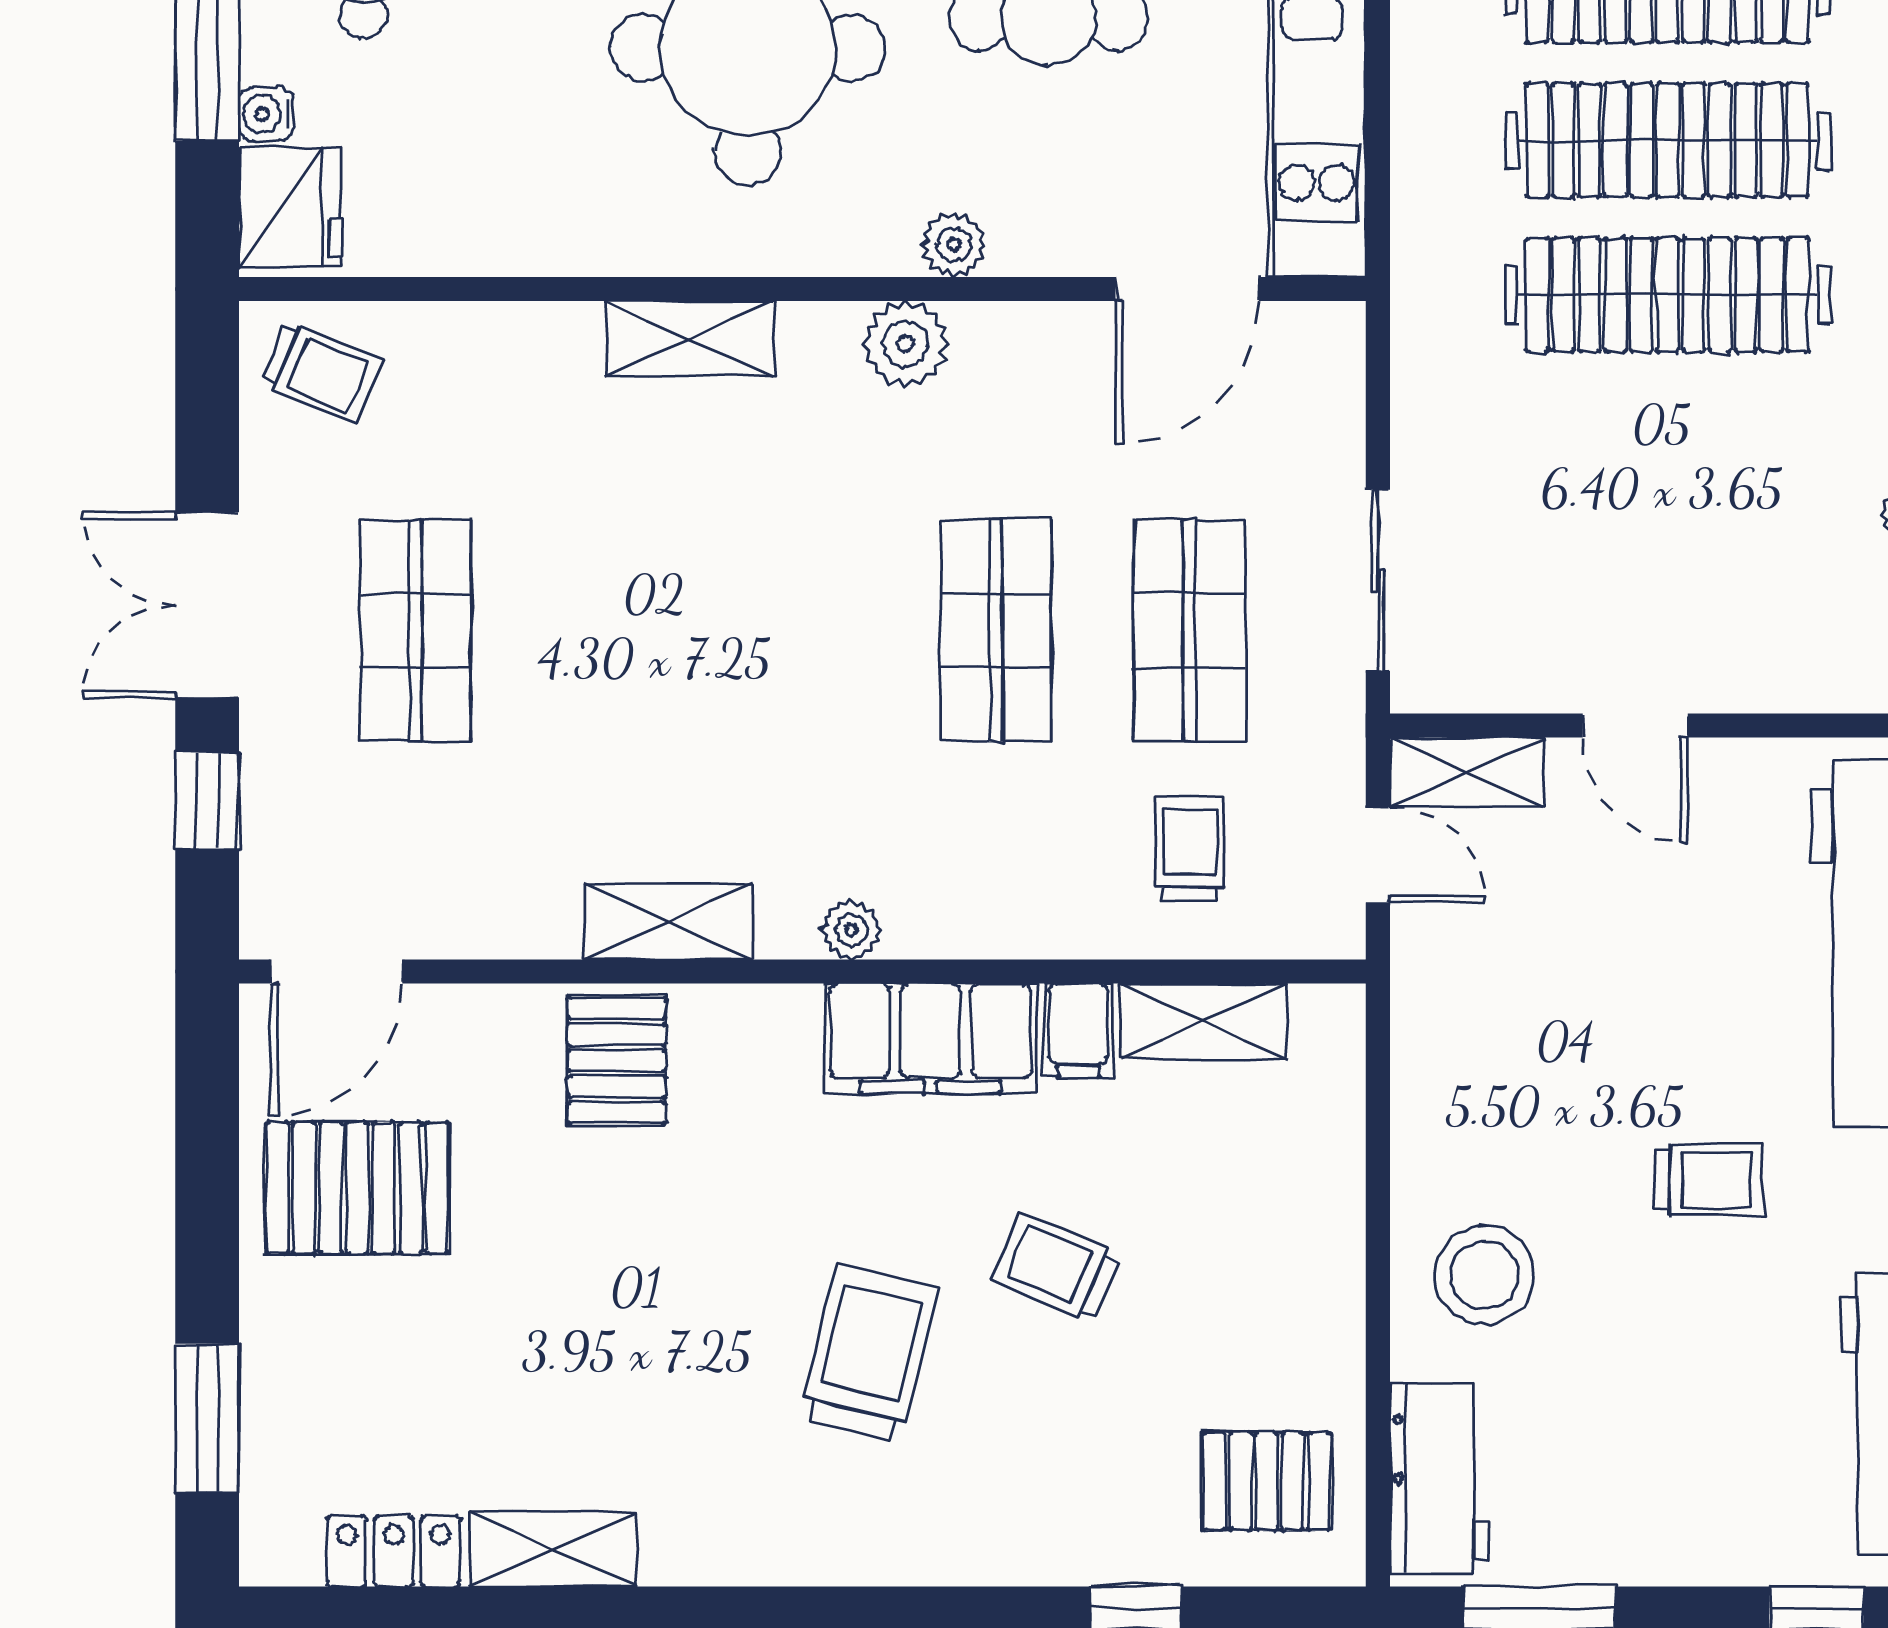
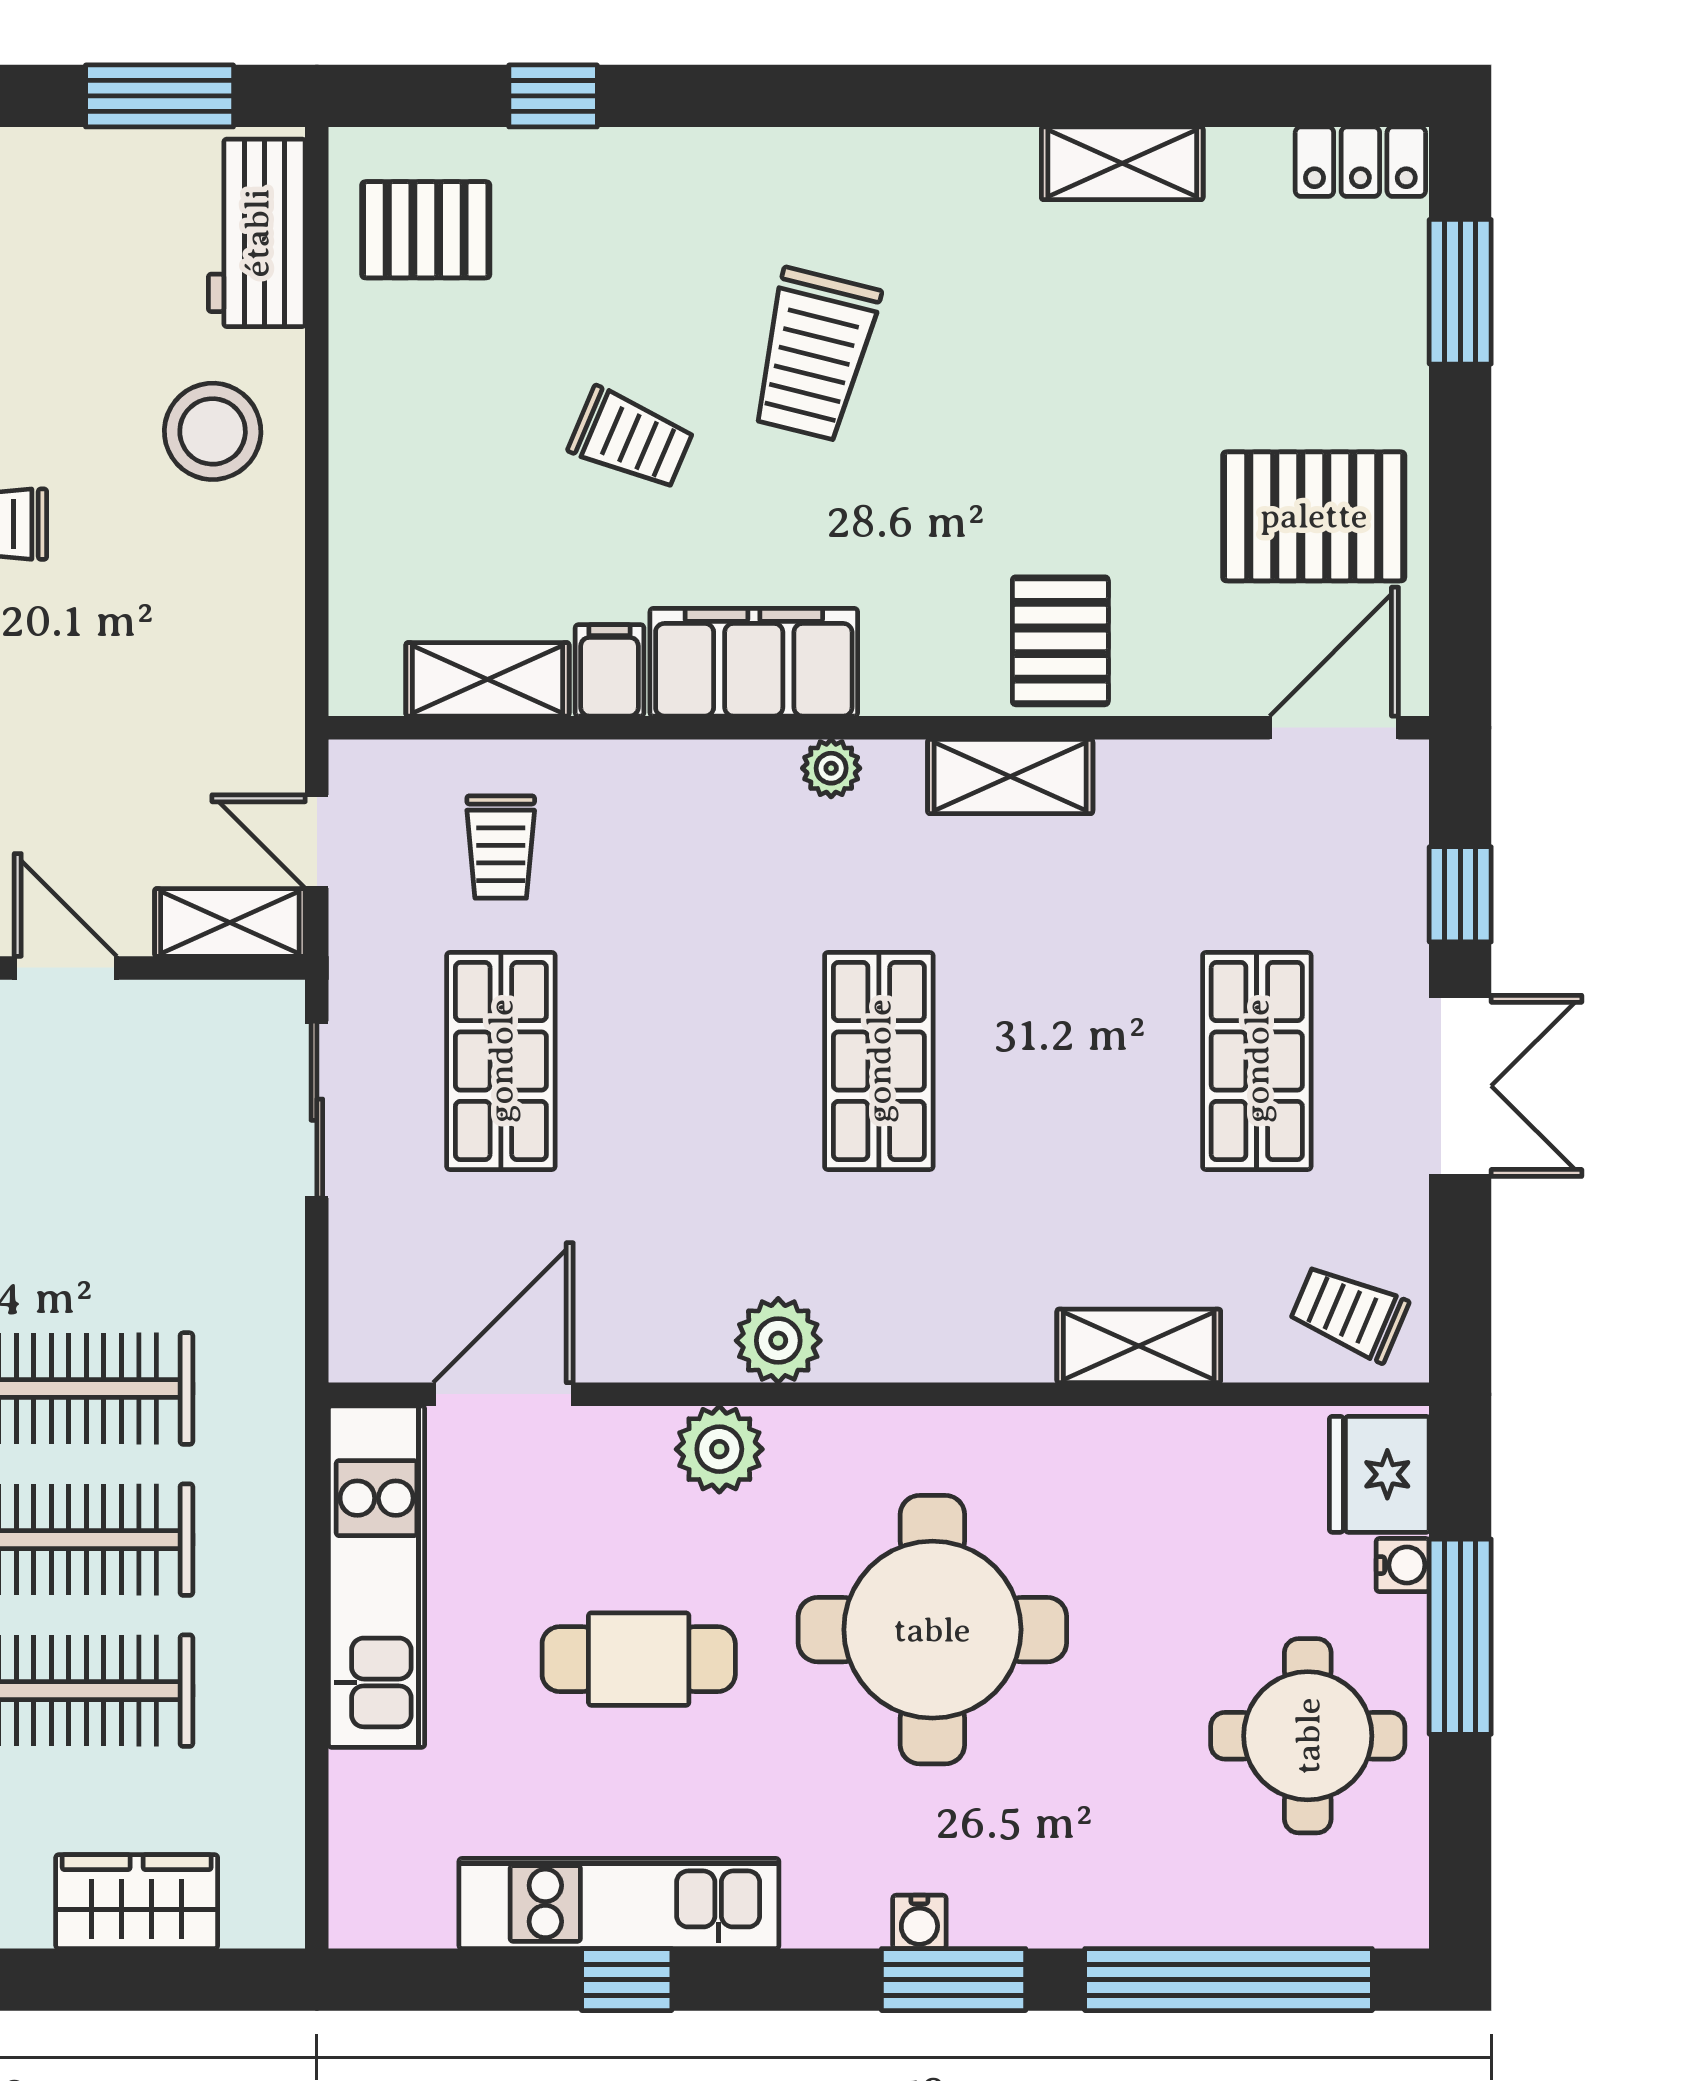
plant: (954, 245) -> (719, 1449), width x1.38, depth x1.38
shelving: (690, 339) -> (1139, 1346), moved
shop shelf: (996, 630) -> (879, 1061), moved
locker: (394, 1551) -> (1360, 162), moved

